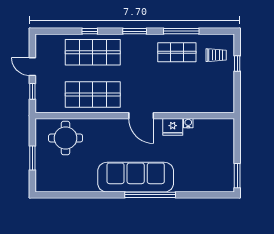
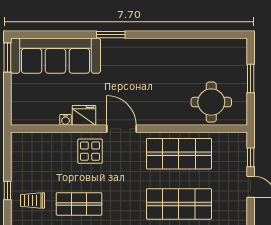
display table: (168, 97) -> (90, 151), added
sofa: (136, 177) -> (55, 56), moved
window: (150, 195) -> (111, 35), width x0.47

